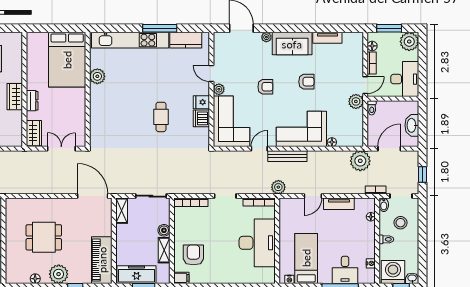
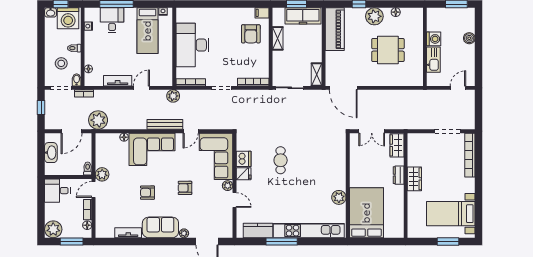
desk: (405, 79) -> (57, 191), width x0.73
boiler: (164, 230) -> (278, 56), removed

